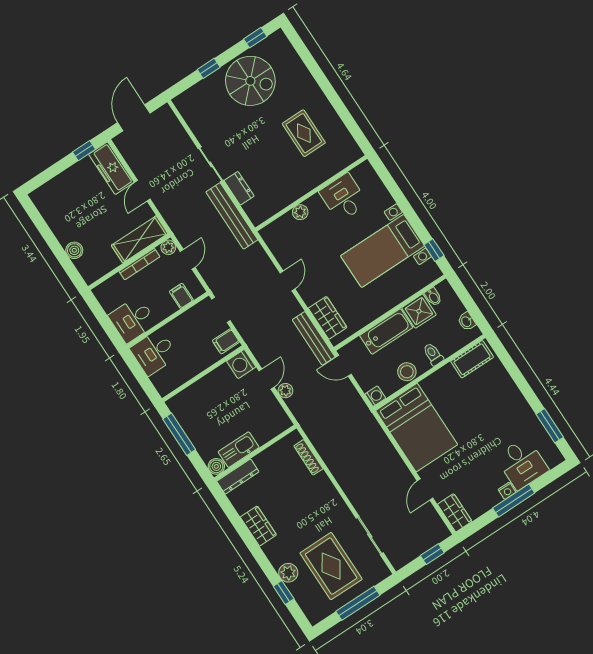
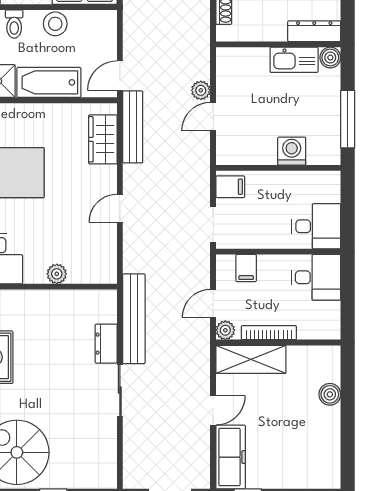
washing machine: (241, 364) -> (292, 151), moved, turned -90
door: (343, 366) -> (120, 76), swing flipped
washing machine: (375, 396) -> (107, 20), removed

